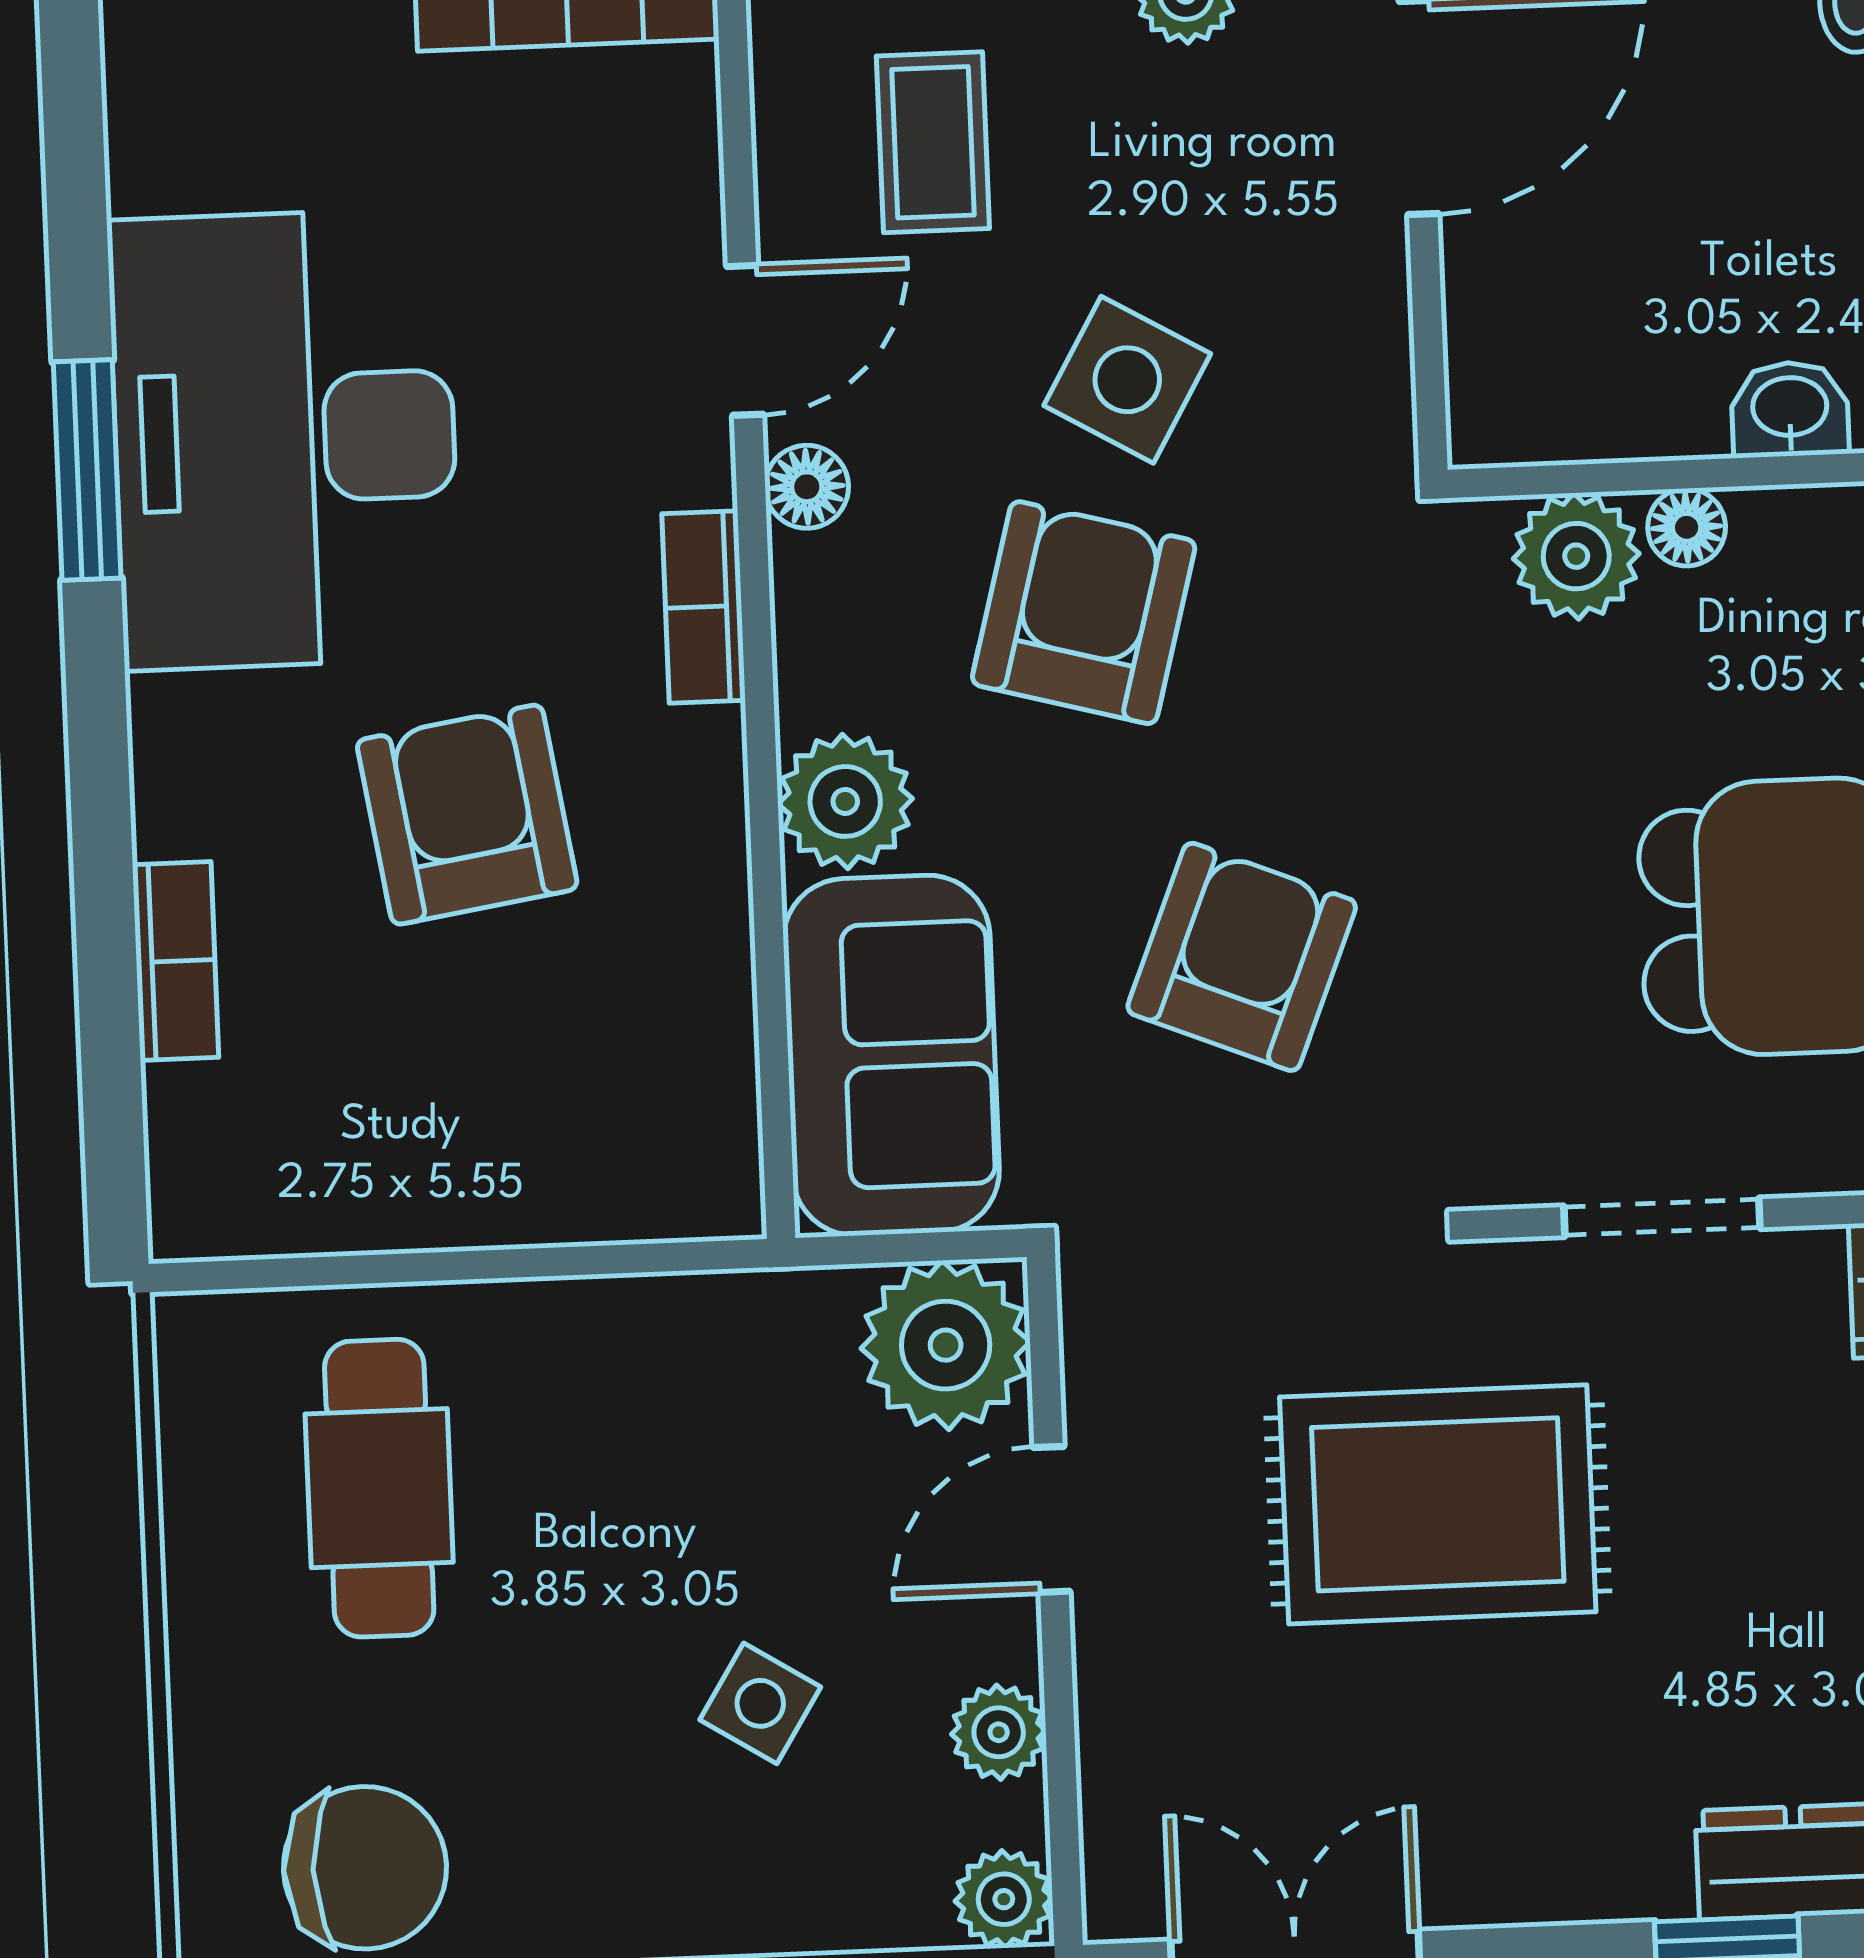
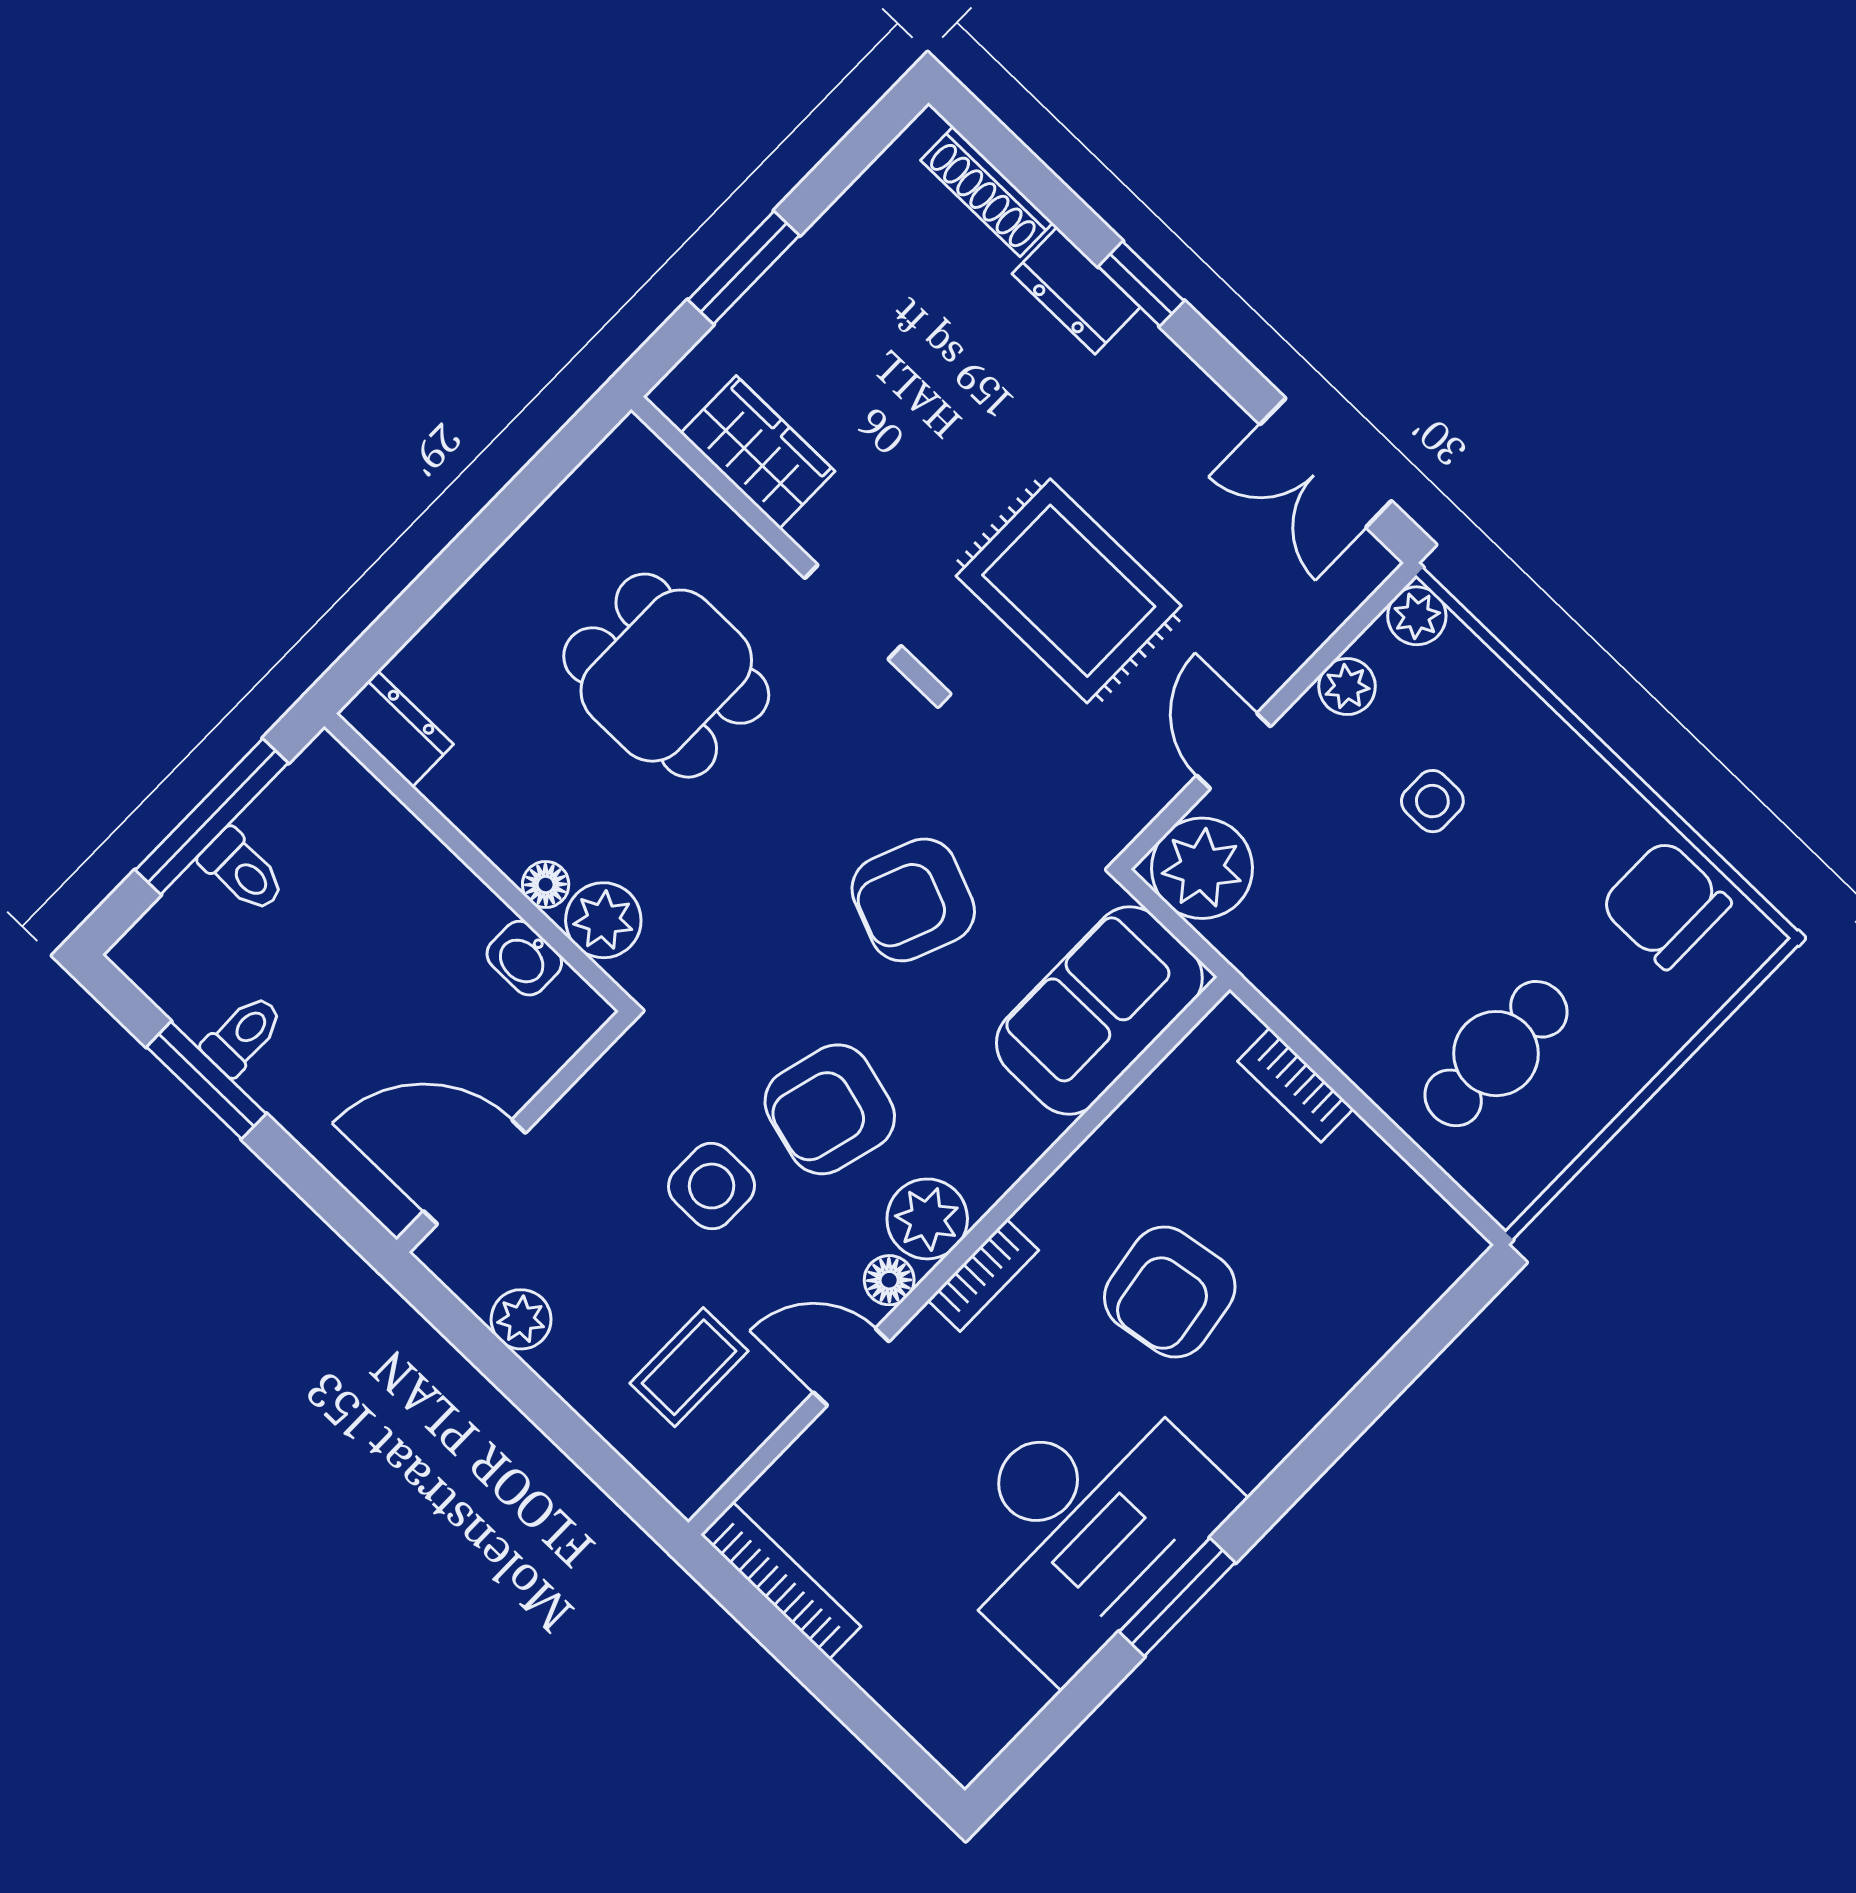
side table: (1127, 380) -> (712, 1186), turned -30
washbasin: (1790, 409) -> (524, 958), moved
plant: (845, 801) -> (927, 1219), moved
bookcase: (176, 961) -> (1296, 1085), moved, turned -90
door: (1052, 1519) -> (1234, 751), swing flipped
side table: (760, 1703) -> (1432, 801), turned -32

